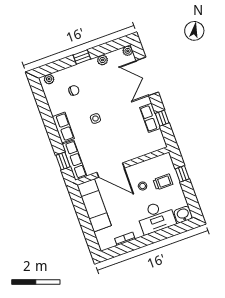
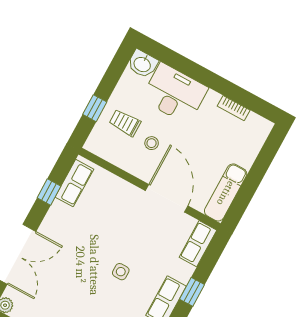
row of seats: (150, 118) -> (74, 183), moved
row of seats: (74, 160) -> (198, 244), width x0.68
window: (63, 161) -> (192, 292), moved
exam couch: (94, 205) -> (226, 192), width x0.73, depth x0.69

